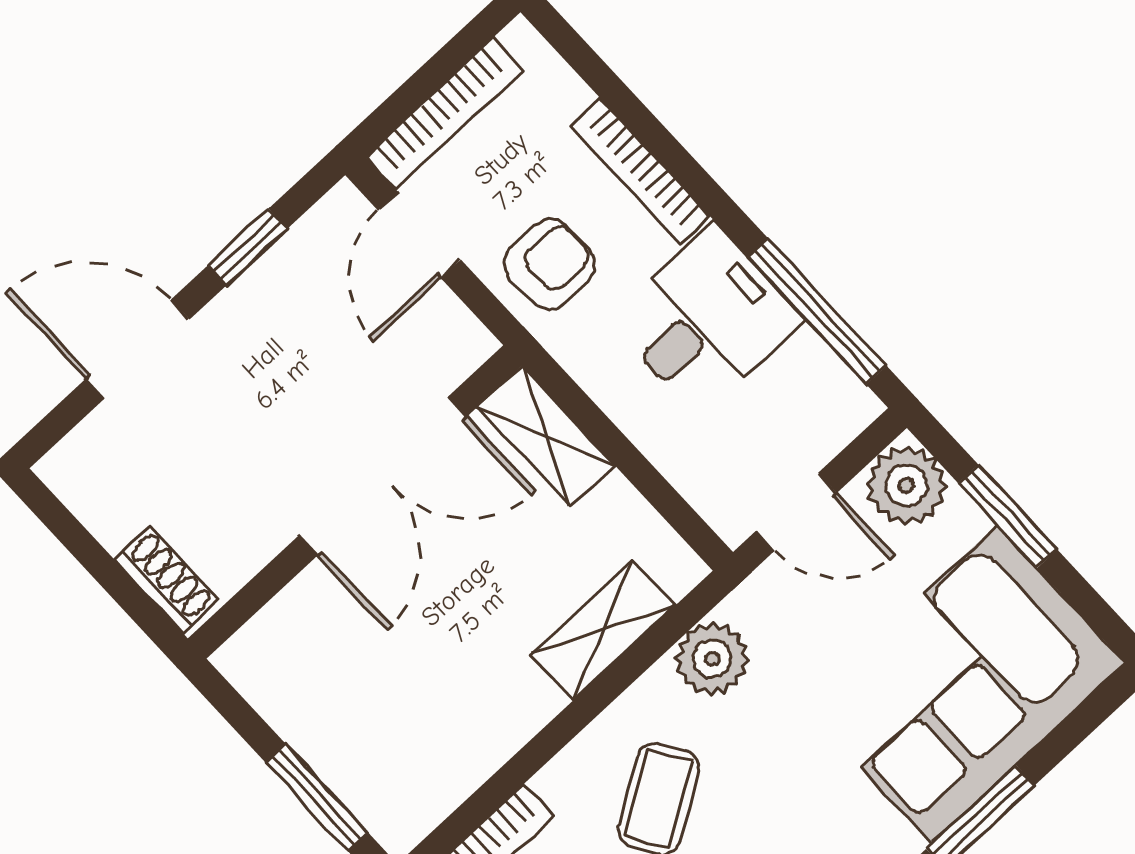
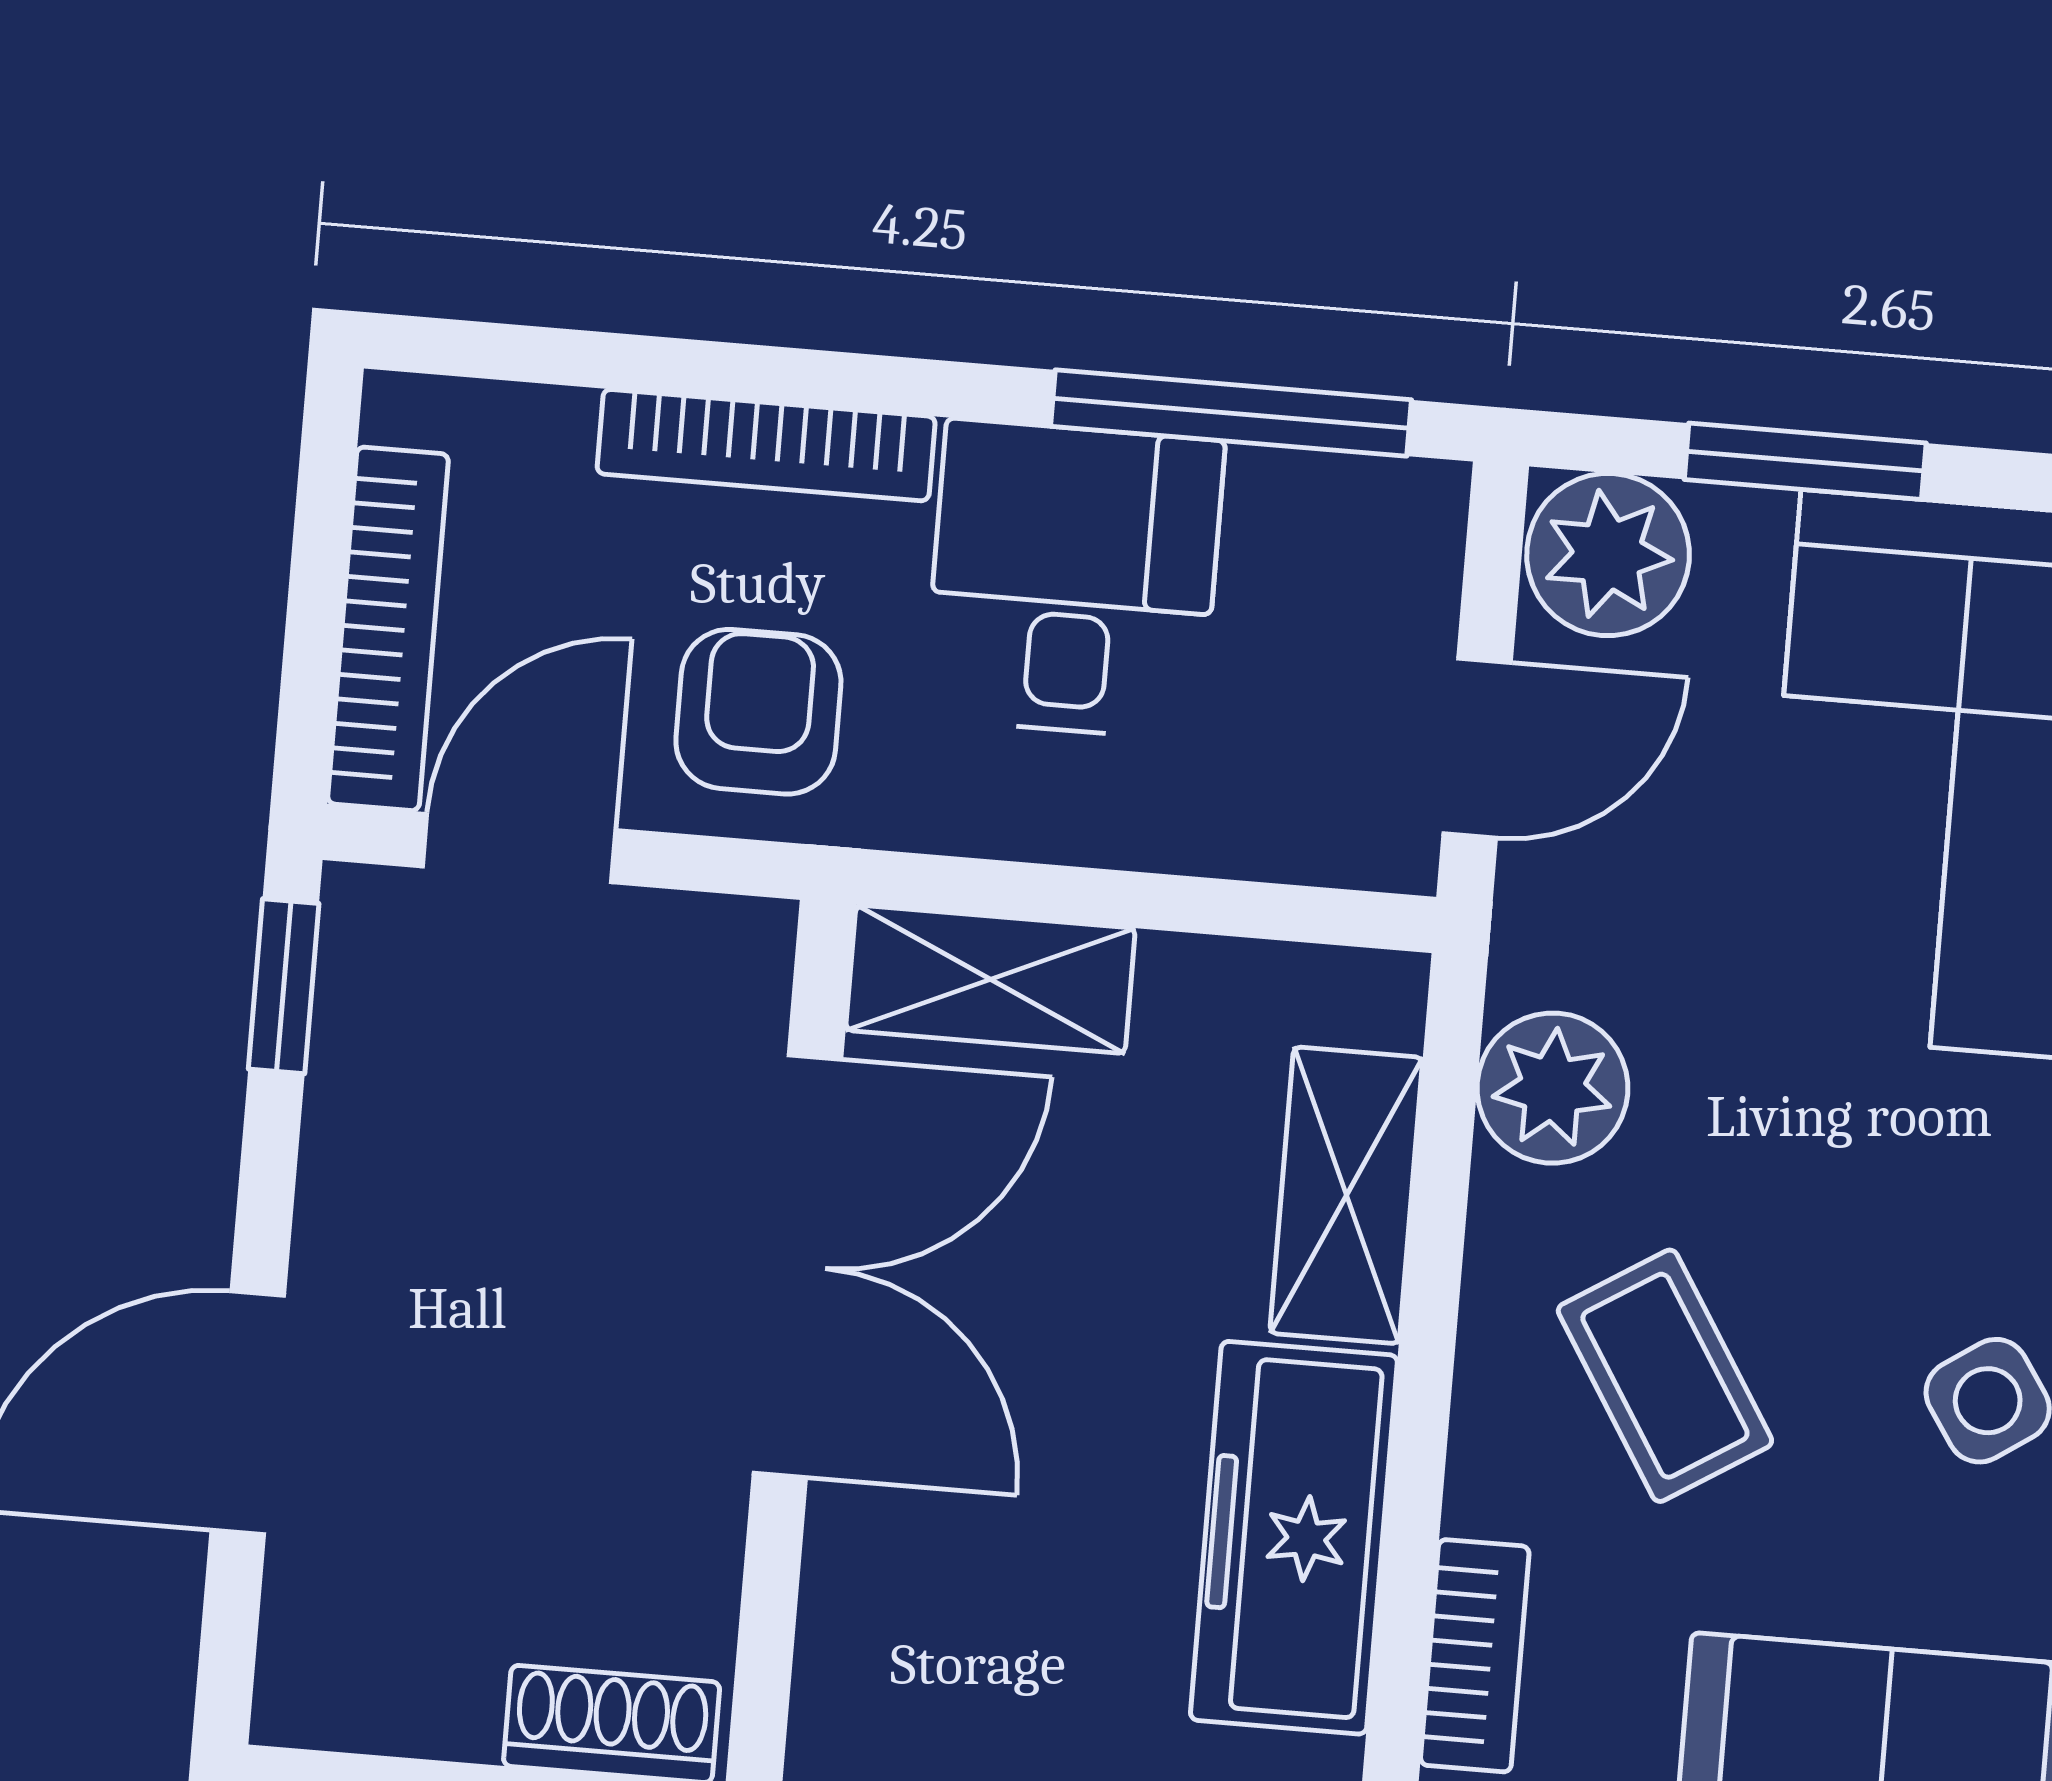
door: (420, 235) -> (519, 848), swing flipped
window: (248, 247) -> (284, 986), moved
freezer: (472, 736) -> (1294, 1538), added

